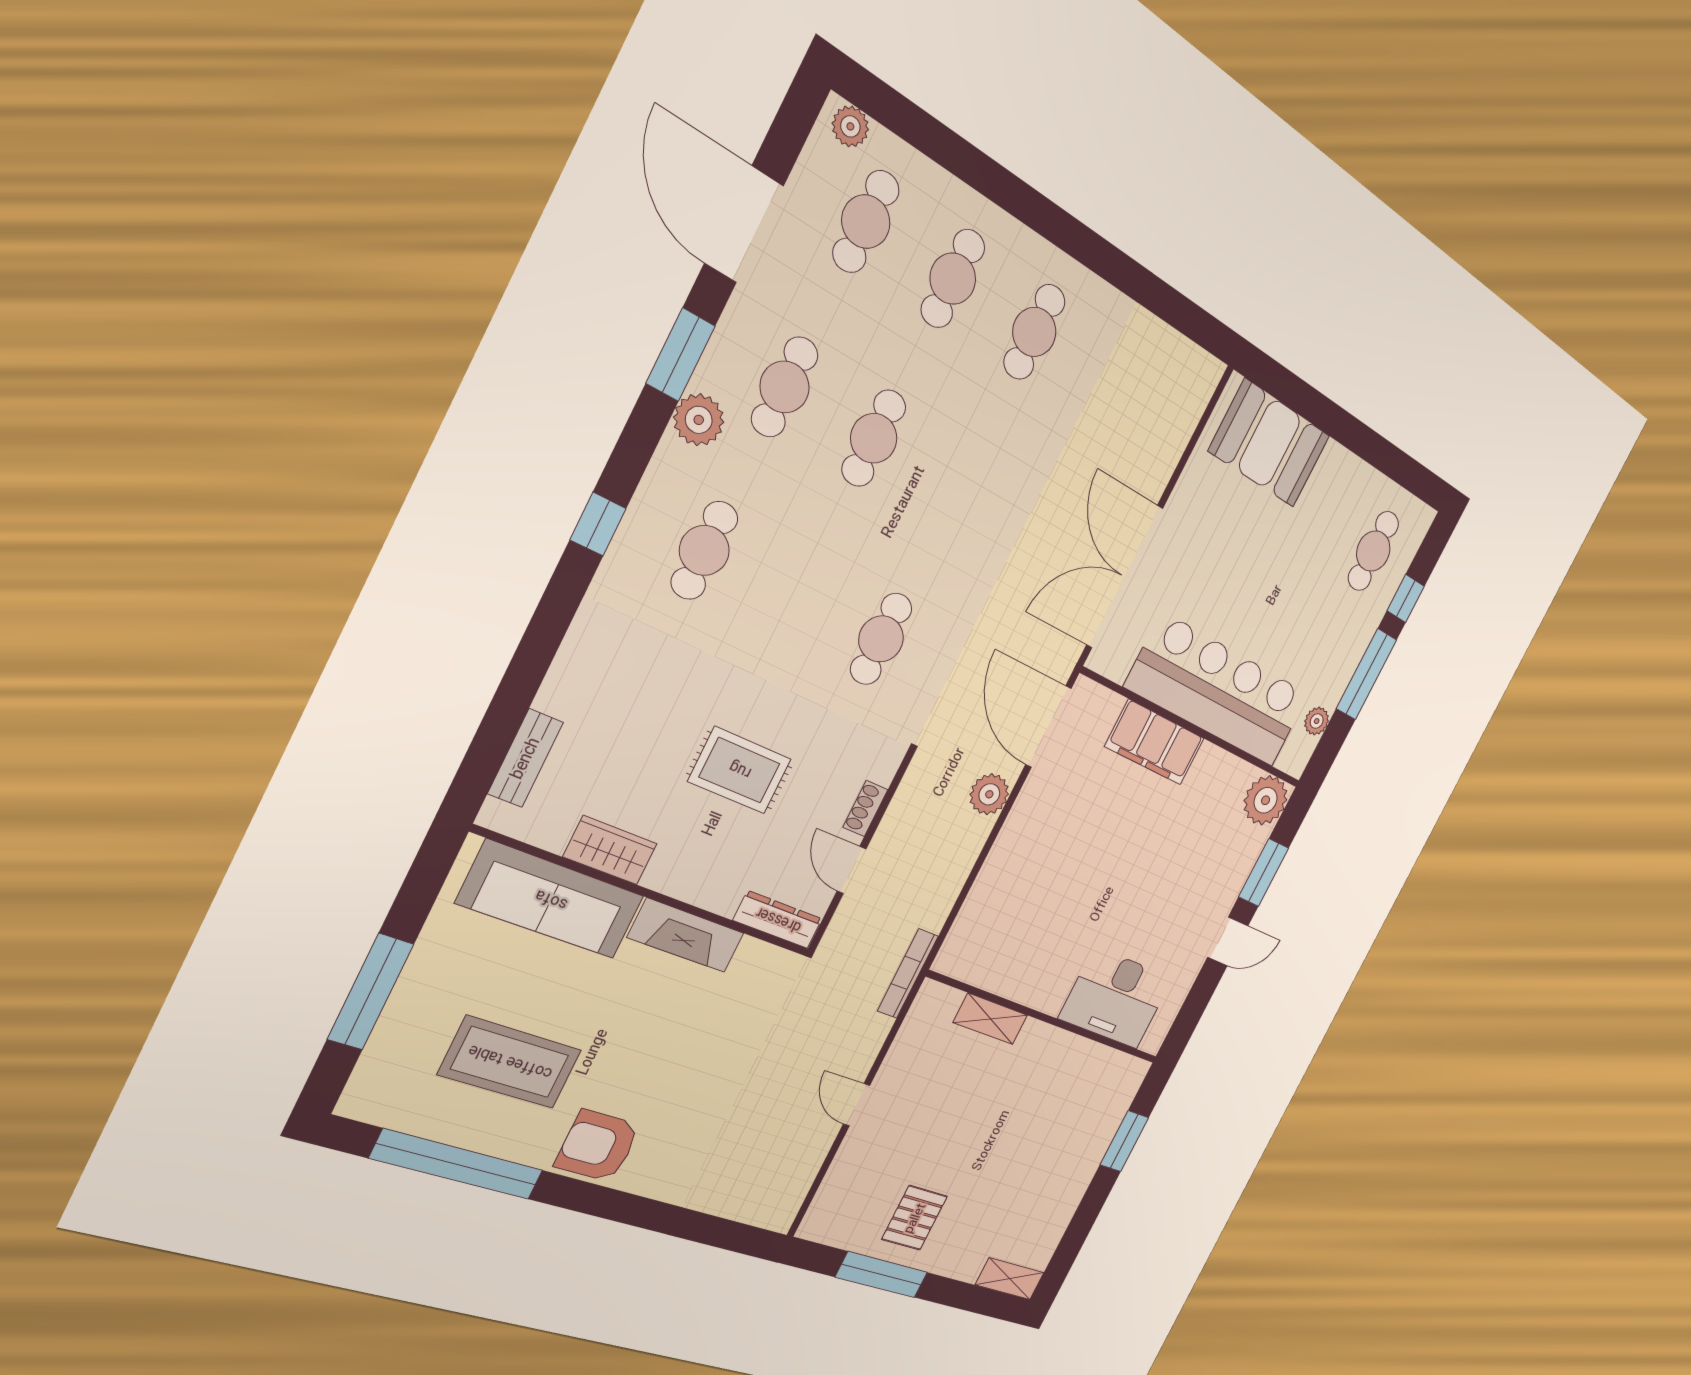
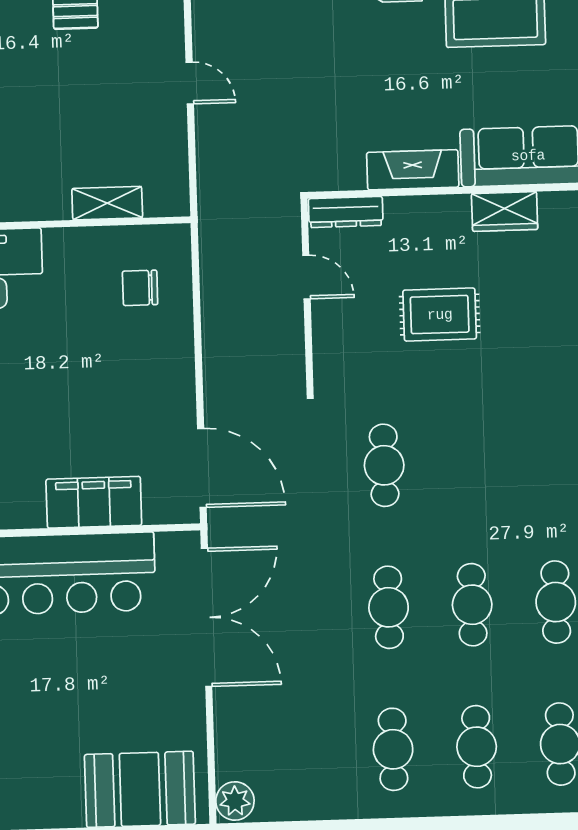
cafe table: (704, 550) -> (389, 607), moved
plant: (989, 794) -> (235, 801), moved
shoe rack: (865, 808) -> (323, 331), removed
chair: (1006, 927) -> (140, 288), added
bookcase: (908, 974) -> (208, 212), removed

